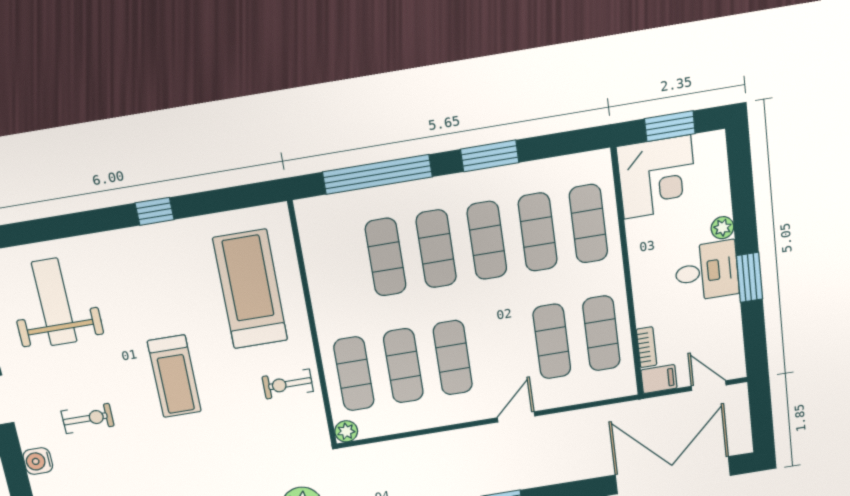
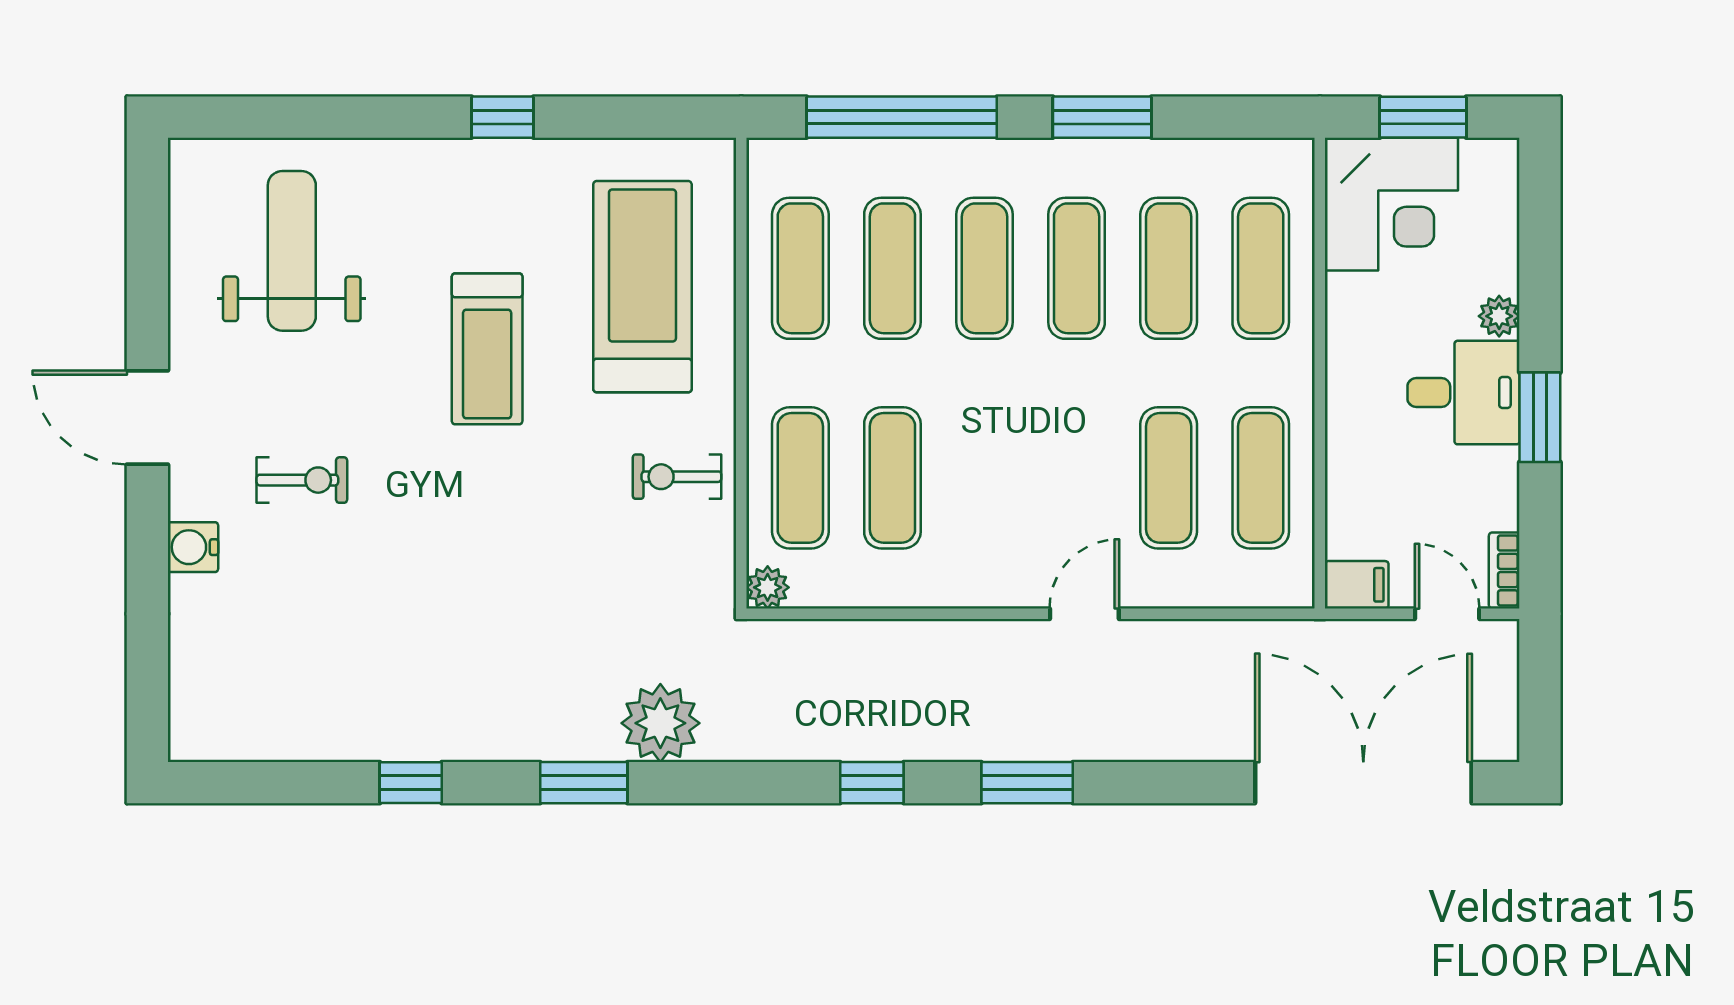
bookcase: (647, 347) -> (1504, 570), moved, turned 180
exercise mat: (453, 358) -> (800, 268), moved
treadmill: (174, 376) -> (487, 349), moved

